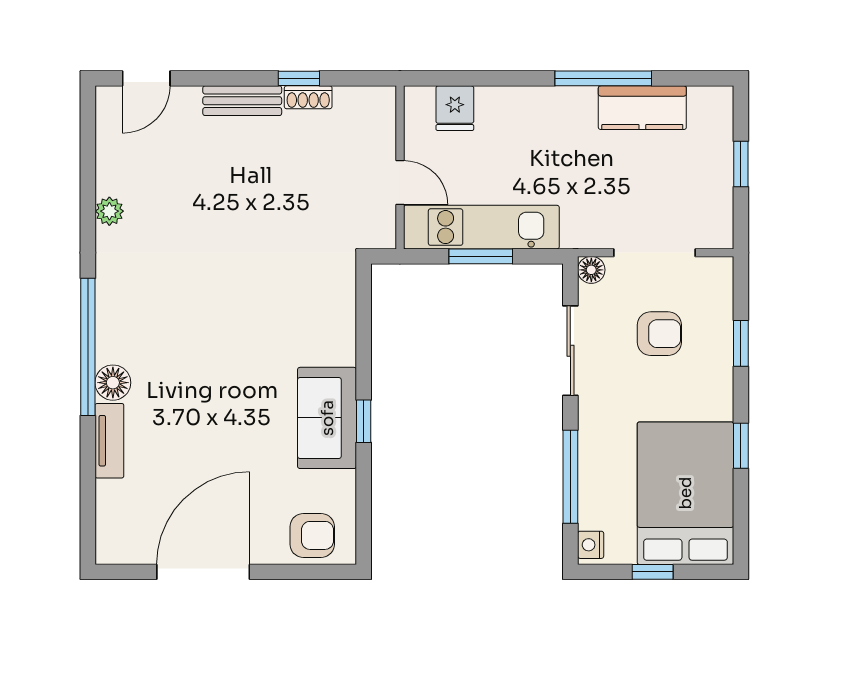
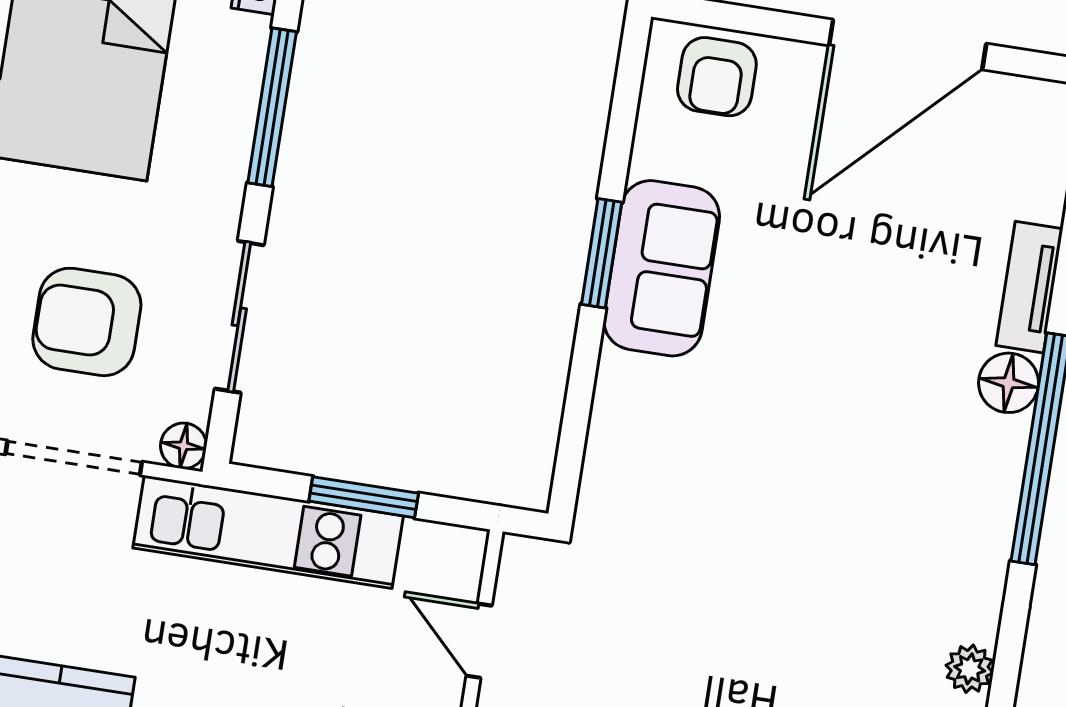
kitchen unit: (481, 227) -> (268, 532), moved
armchair: (659, 334) -> (87, 322), width x1.38, depth x1.38
window: (364, 421) -> (602, 253), width x1.50
armchair: (312, 535) -> (717, 77), turned -90

